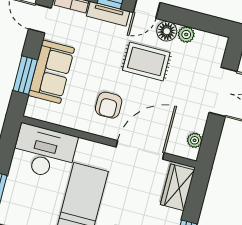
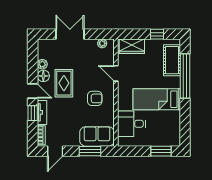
sofa: (51, 72) -> (97, 136), moved
door: (140, 150) -> (116, 73), width x0.53
desk: (44, 152) -> (132, 124), width x0.73

